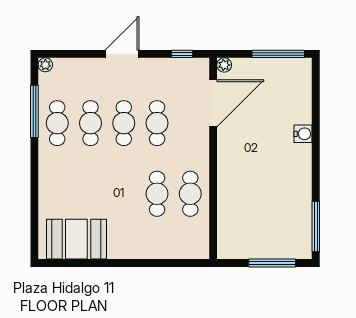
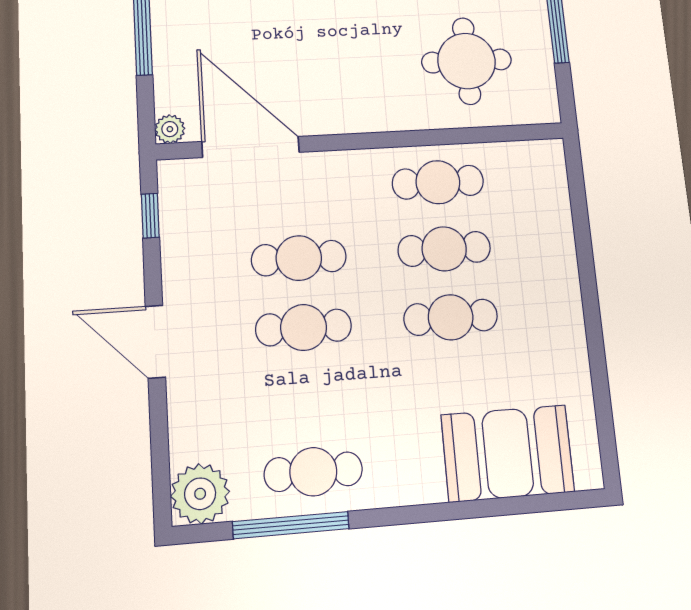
plant: (45, 65) -> (200, 494), width x1.88, depth x1.88
cafe table: (90, 123) -> (451, 317), moved
round table: (252, 214) -> (467, 61), added
booth: (76, 239) -> (508, 453), moved, turned 90

